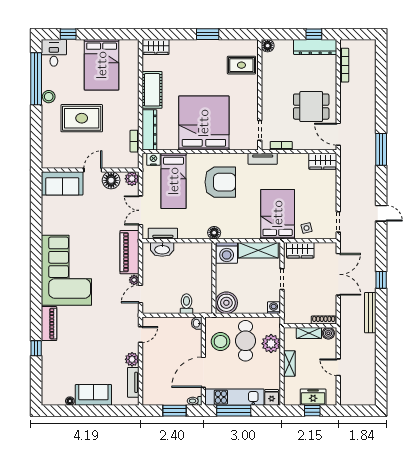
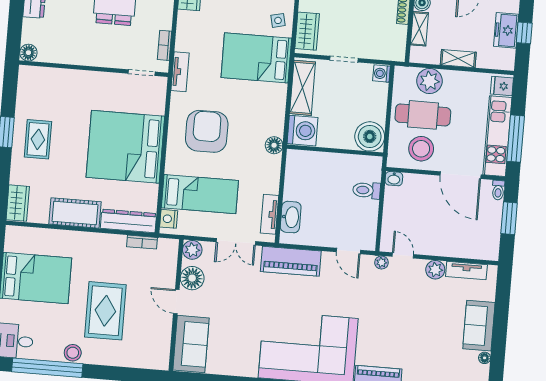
rug: (241, 65) -> (38, 139), moved
plant: (134, 280) -> (381, 263), moved

